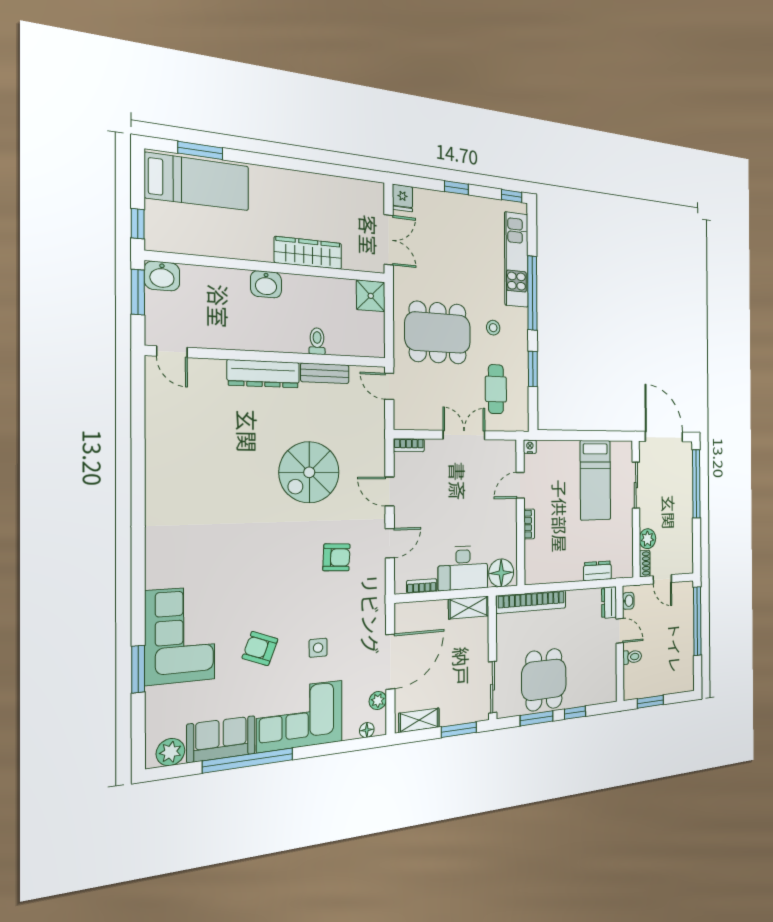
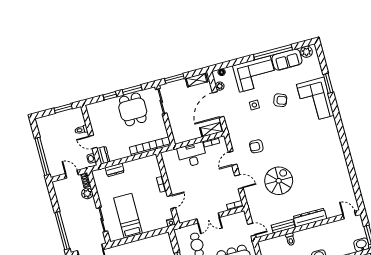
floor lamp: (501, 573) -> (171, 157), removed
shelving: (469, 608) -> (211, 130), moved

